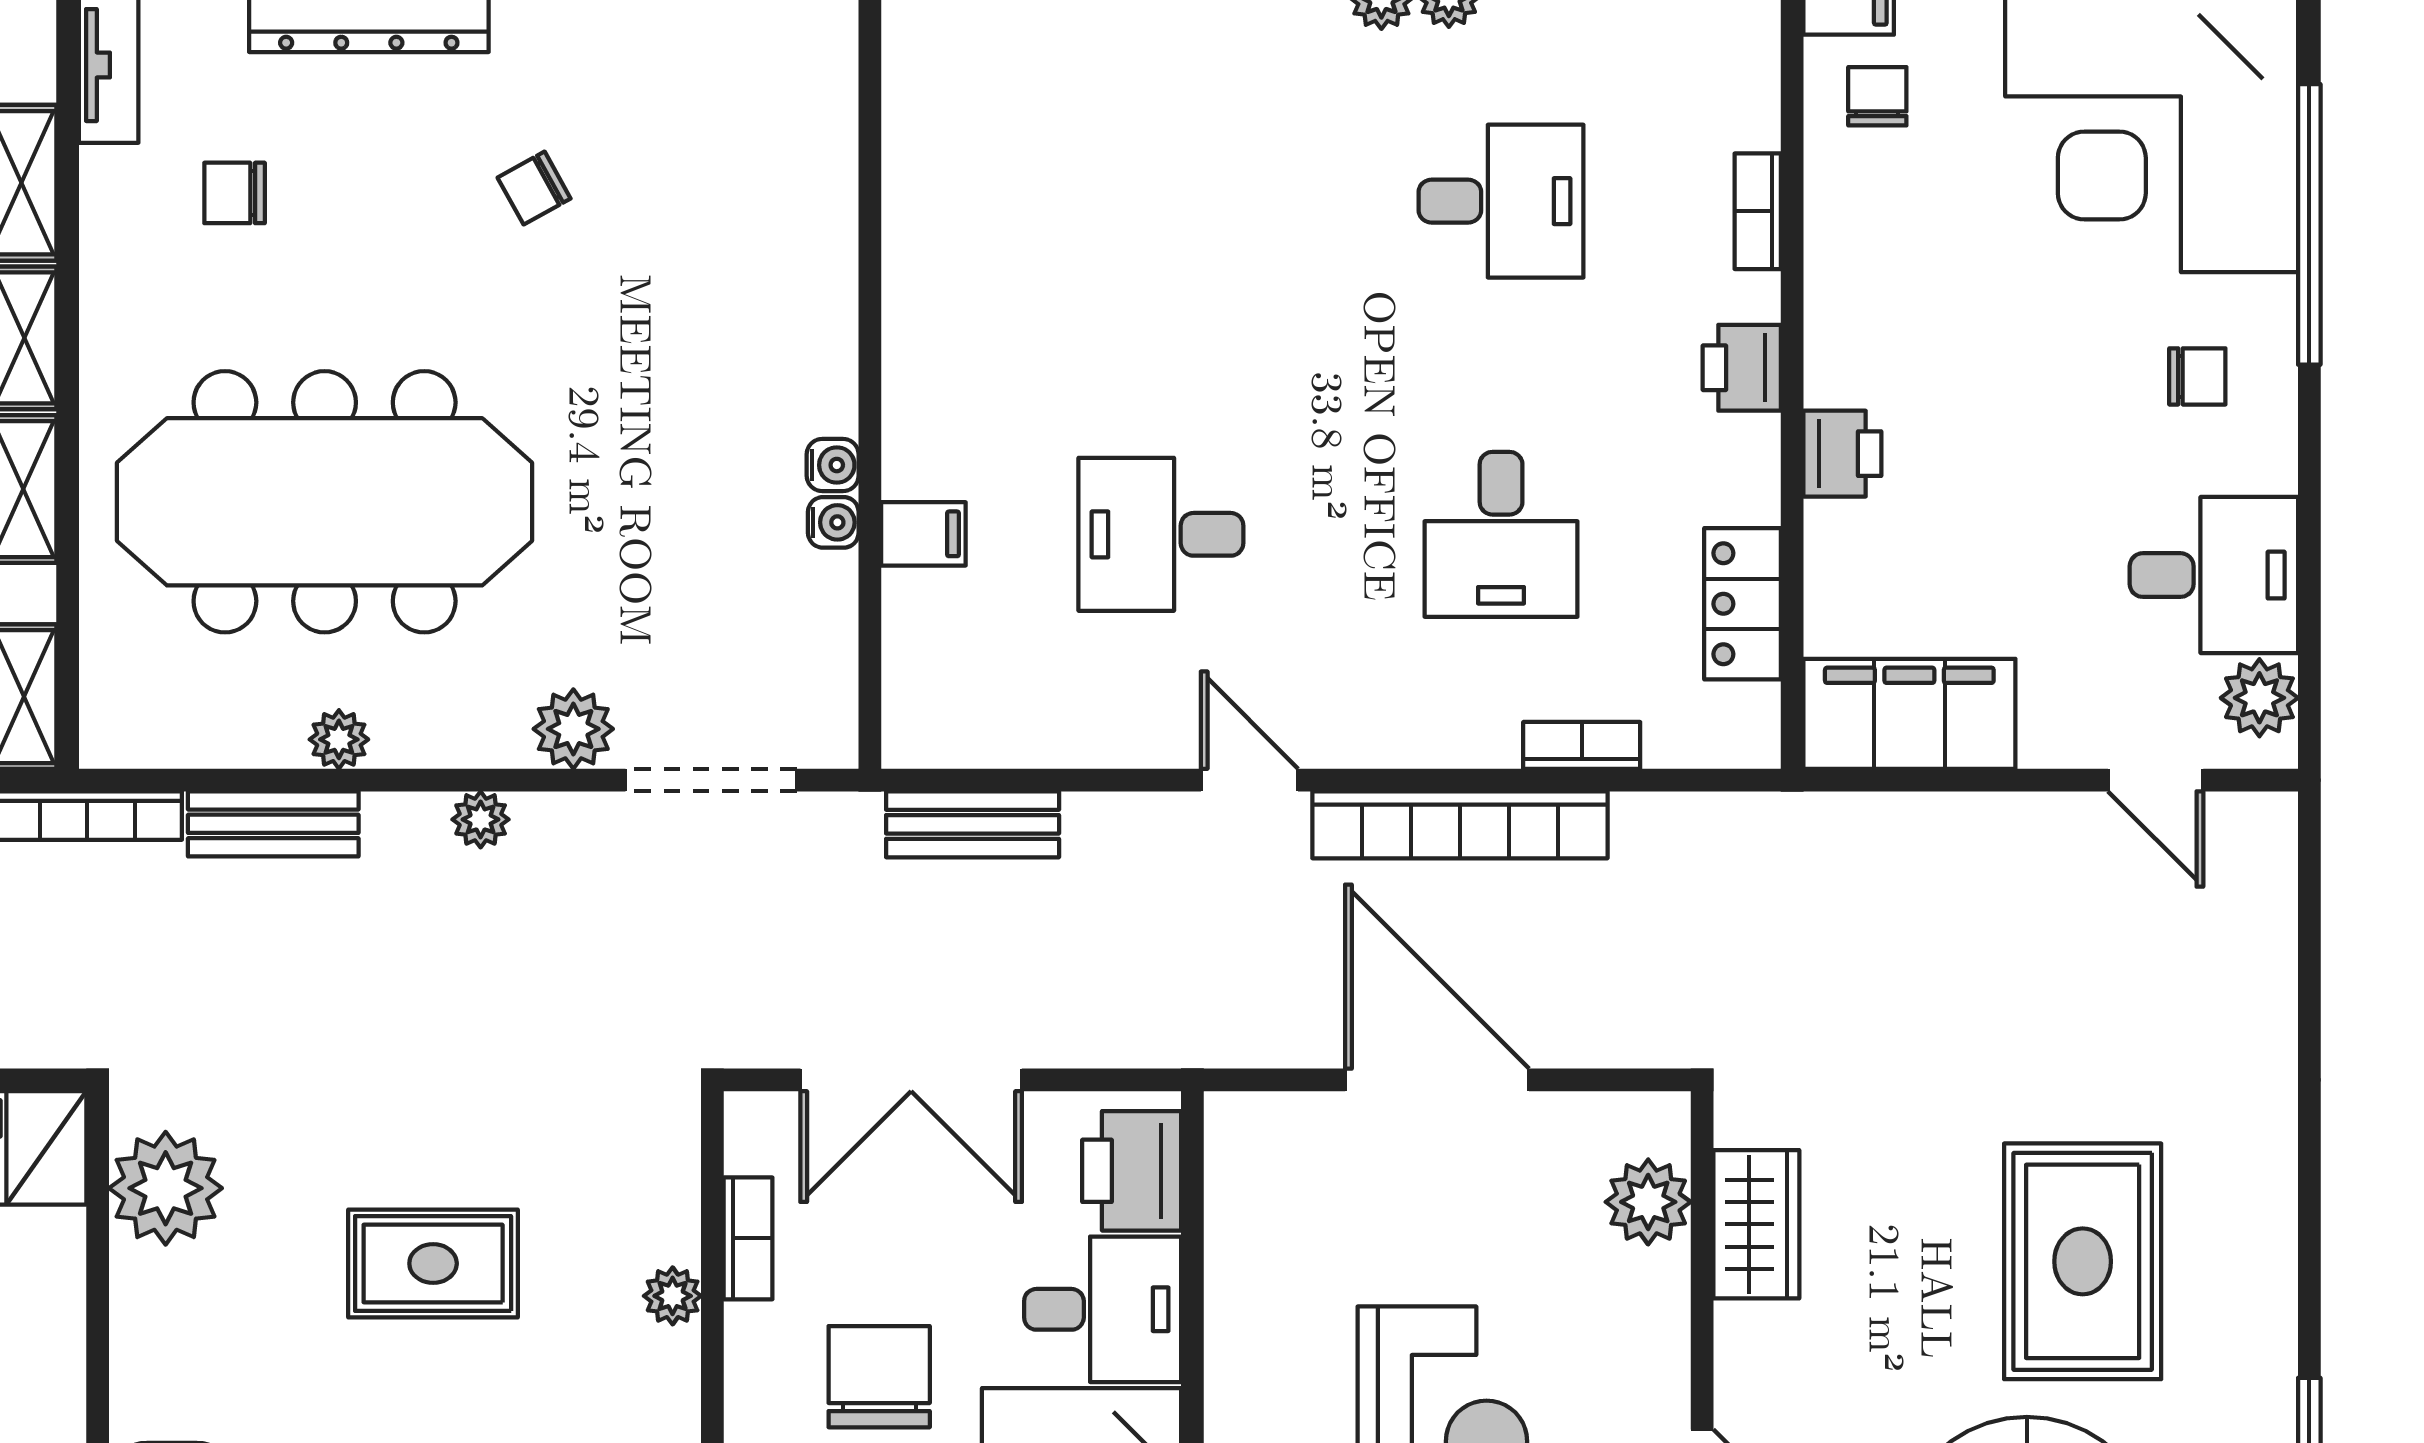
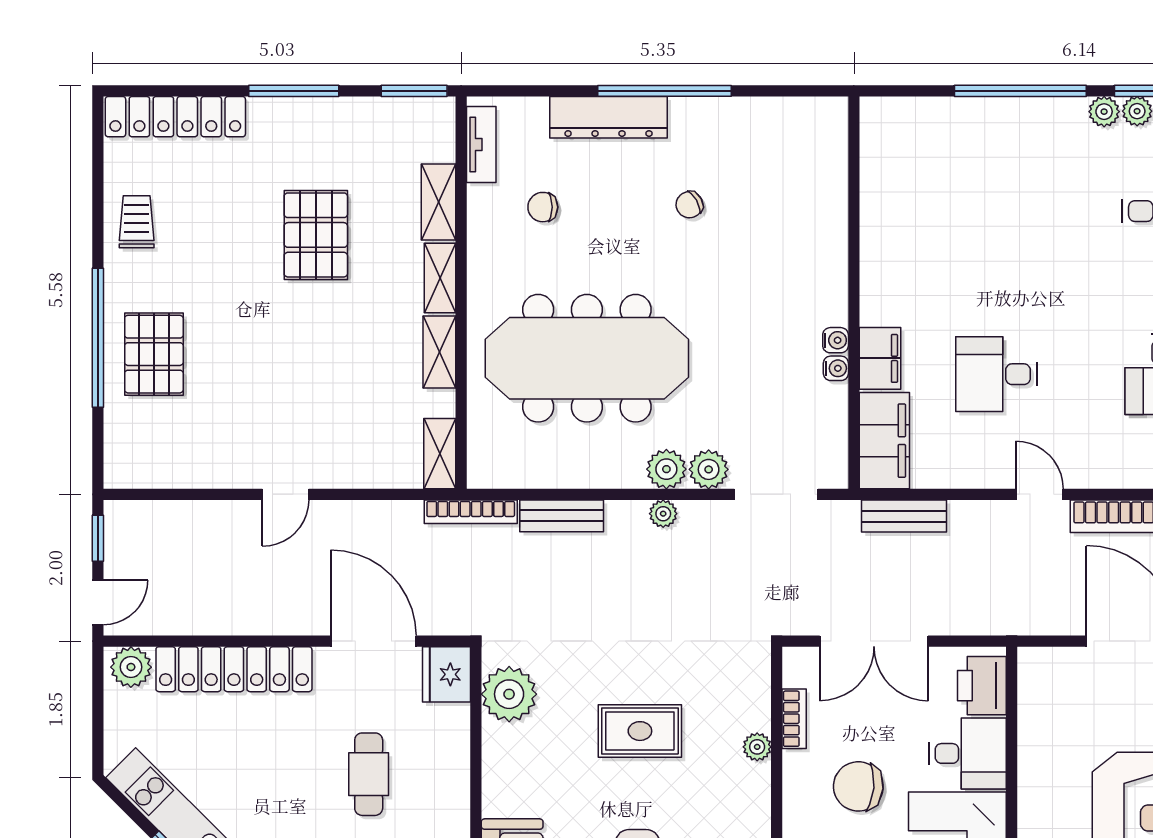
filing cabinet: (923, 534) -> (880, 358), width x2.00
filing cabinet: (932, 670) -> (884, 441), added
plant: (339, 739) -> (666, 469), moved, width x1.38, depth x1.38
chair: (879, 1377) -> (858, 786), turned -85

